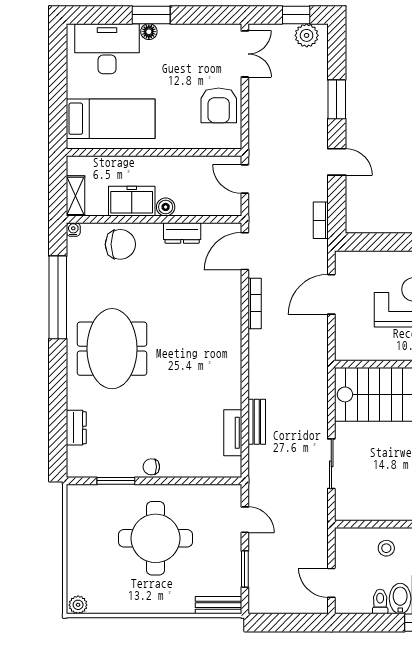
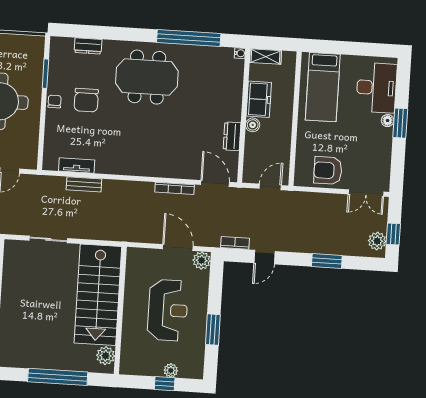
door: (337, 162) -> (265, 257), moved
chair: (120, 244) -> (86, 100), moved
plant: (346, 262) -> (202, 260), added

